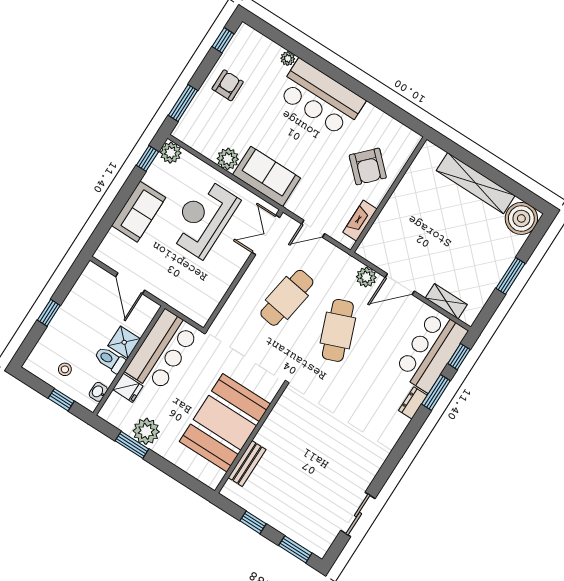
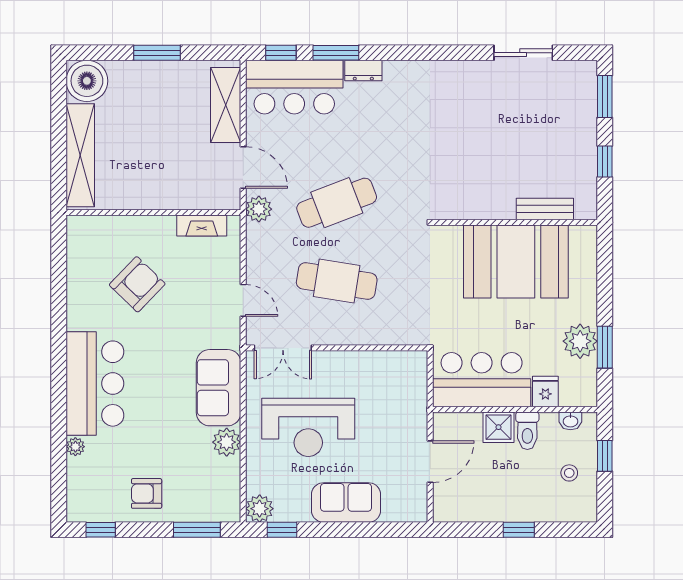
wall: (389, 195) -> (153, 213), moved
fireplace: (360, 221) -> (202, 226), moved
shelving: (446, 301) -> (226, 105), width x1.50, depth x1.33

